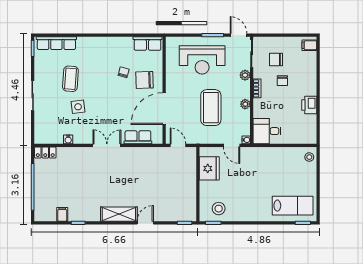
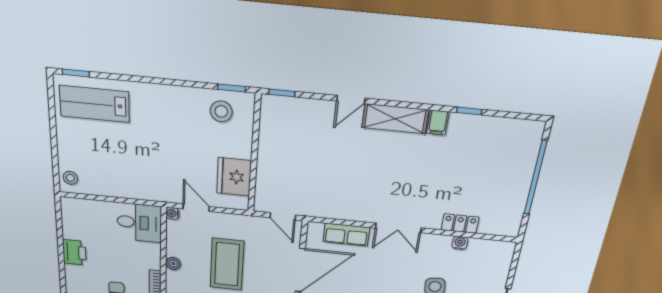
locker: (45, 152) -> (460, 223), moved
filing cabinet: (62, 214) -> (438, 123), moved

